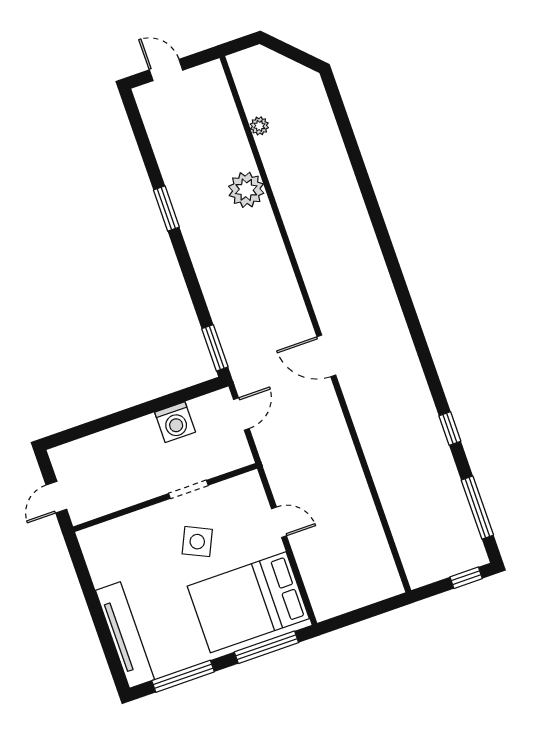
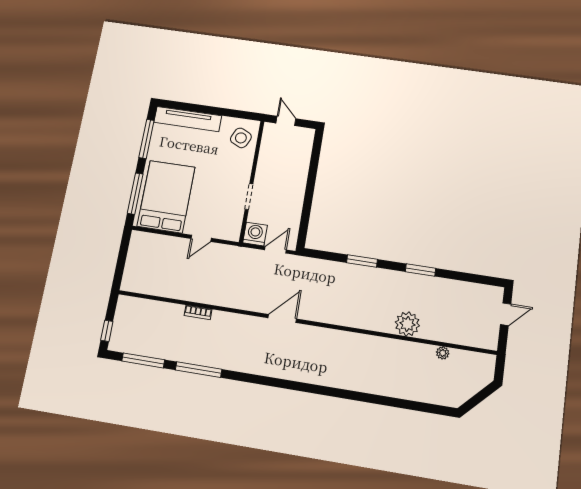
window: (215, 348) -> (362, 261), moved
door: (241, 414) -> (275, 250), swing flipped
washing machine: (175, 422) -> (255, 234), moved, turned 90
window: (450, 429) -> (199, 370), width x2.17
bookcase: (378, 471) -> (198, 312), added
side table: (197, 542) -> (241, 138), moved

